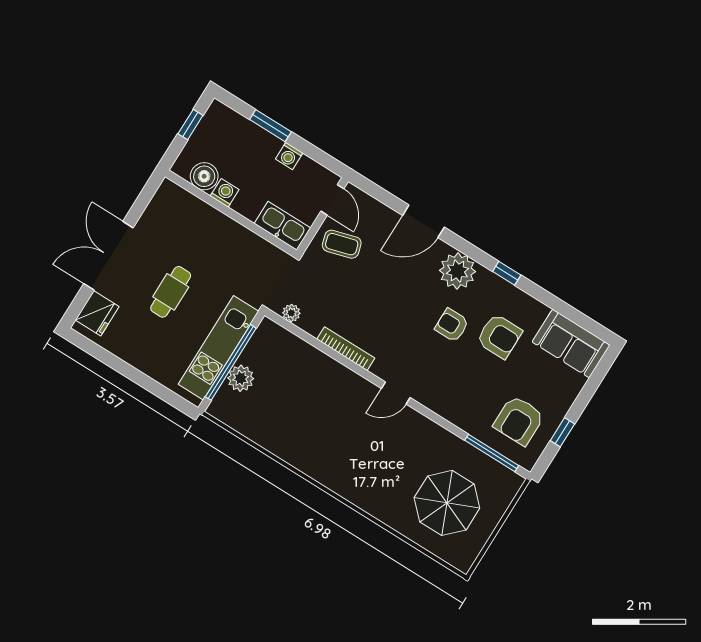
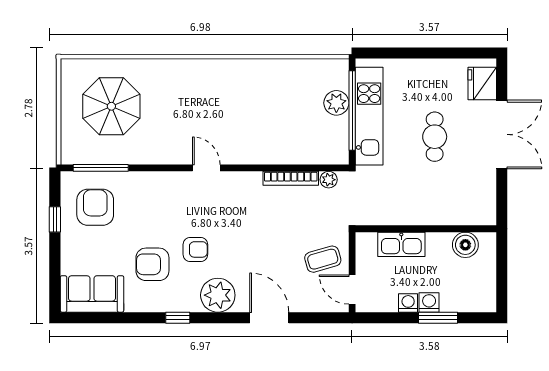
window: (190, 125) -> (502, 279), removed
washing machine: (225, 193) -> (429, 302), moved, turned 180
door: (423, 221) -> (269, 318), hinge flipped
kitchen sink: (282, 226) -> (401, 244), moved
bookcase: (346, 349) -> (291, 178), moved
door: (396, 393) -> (206, 168), hinge flipped

